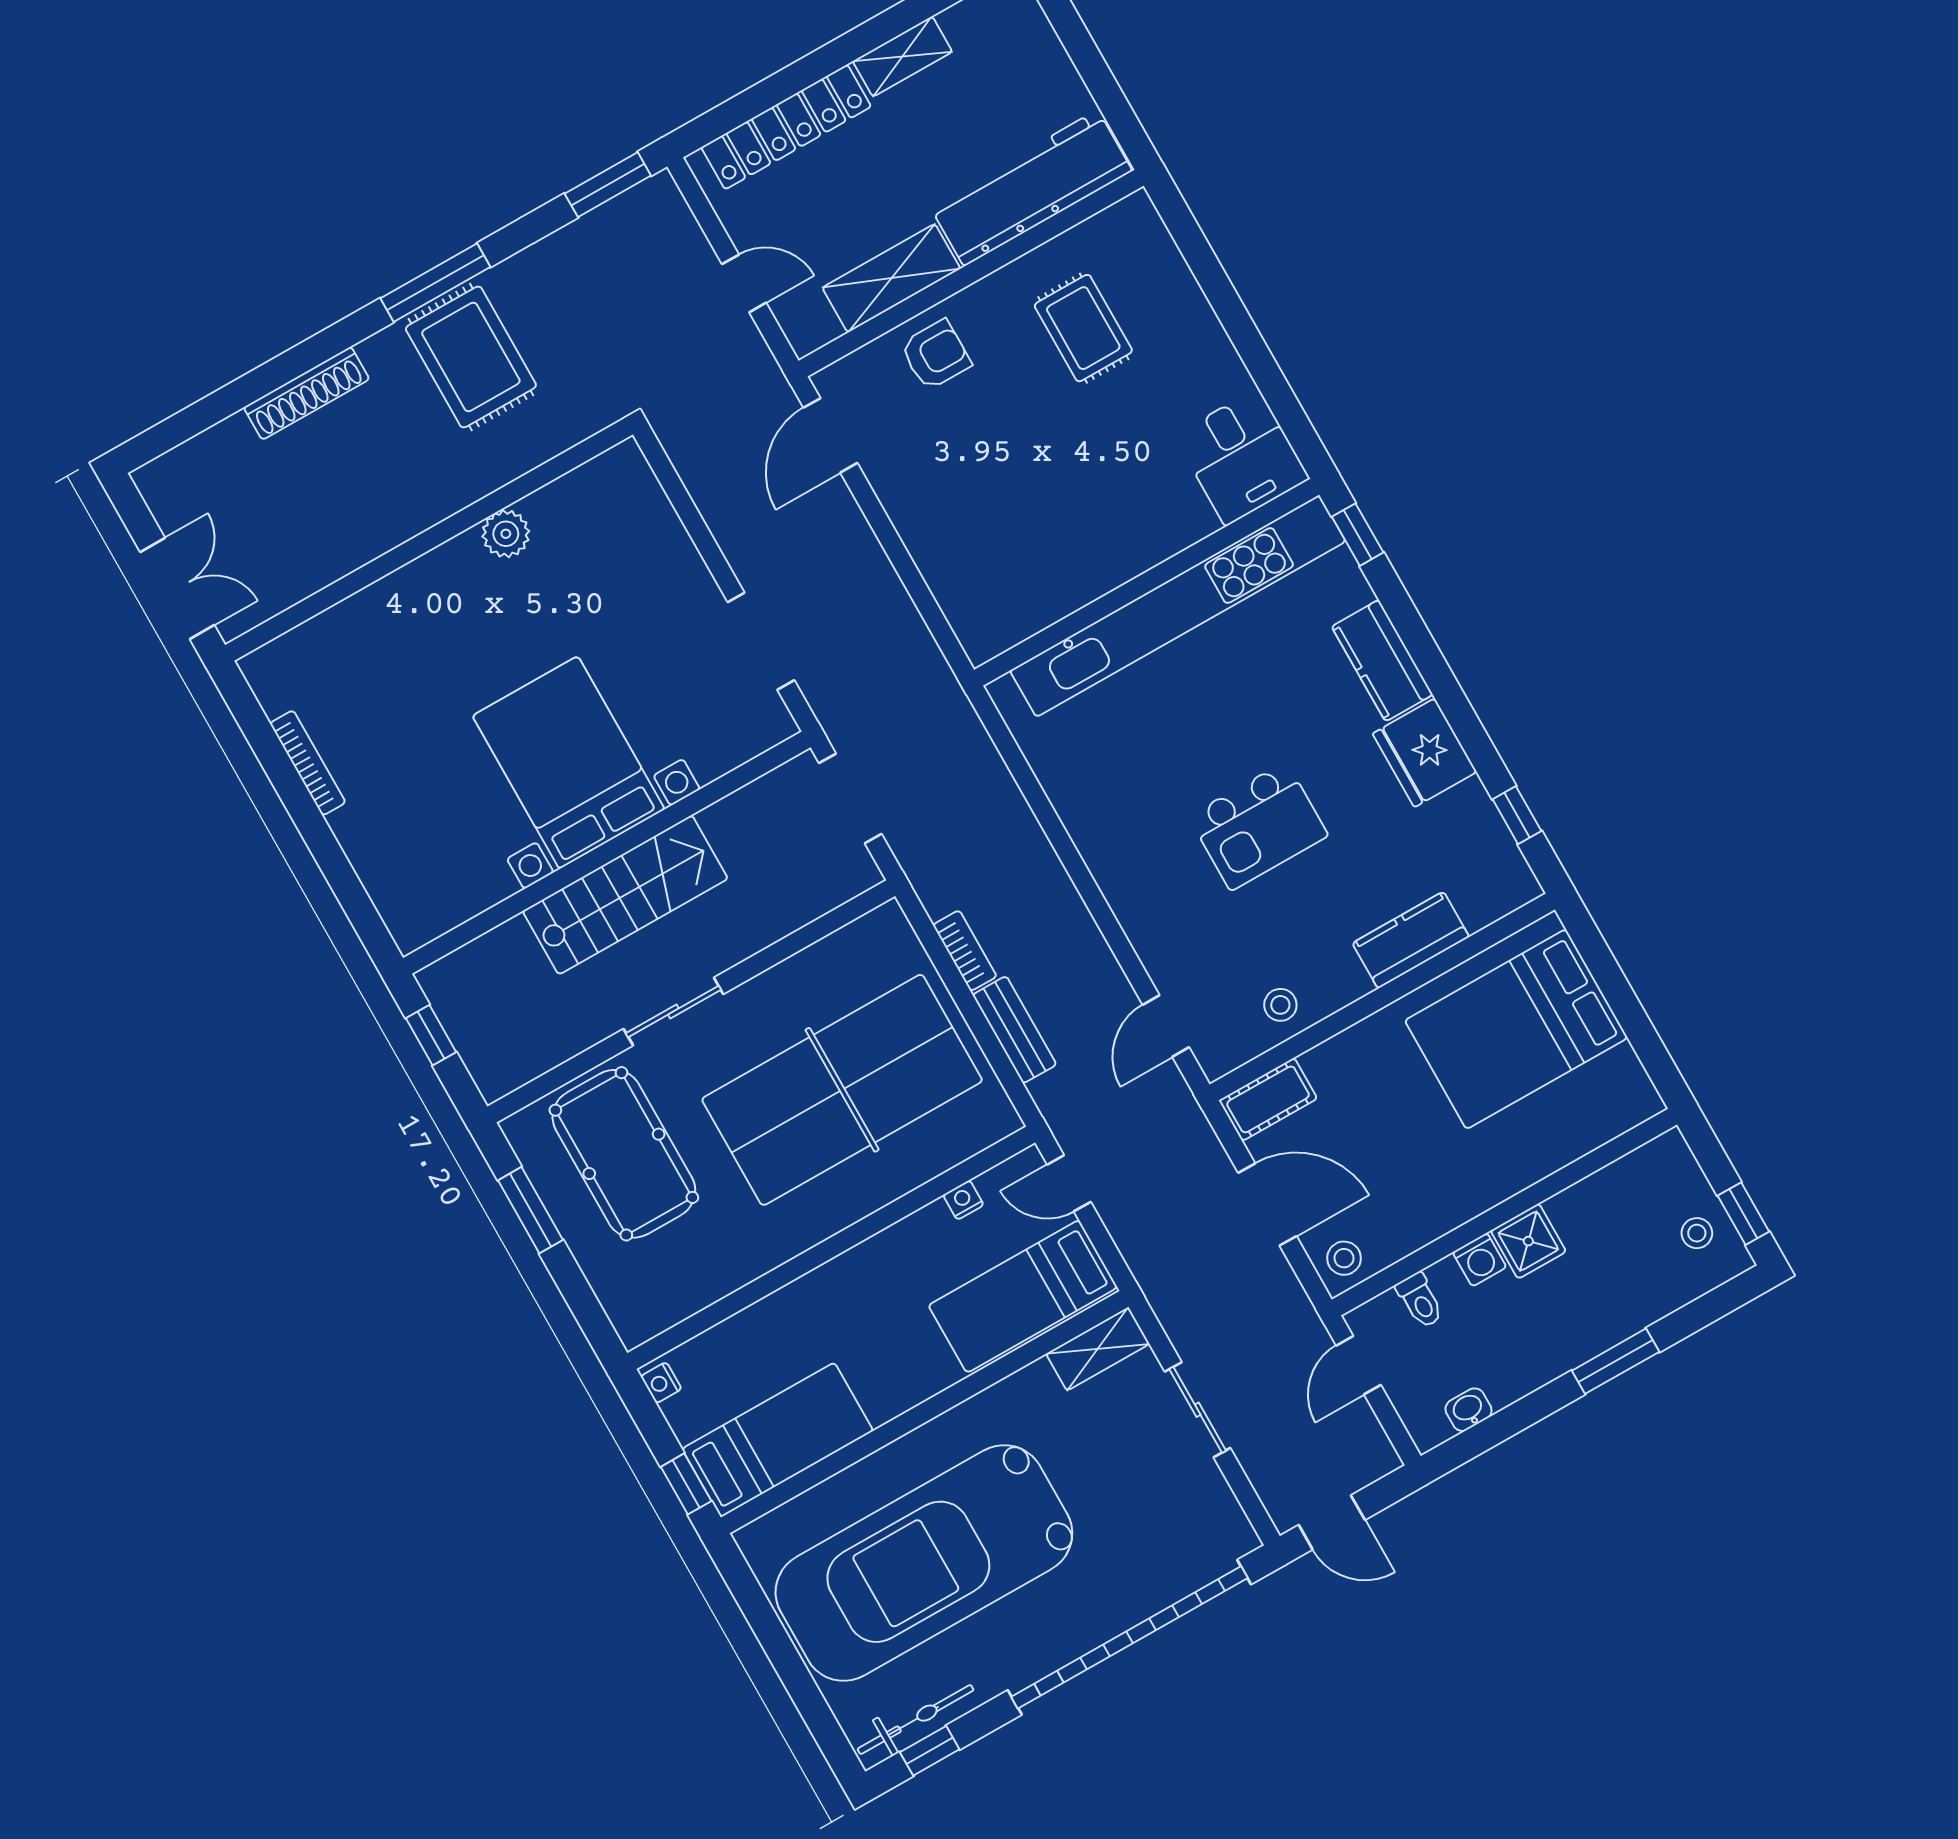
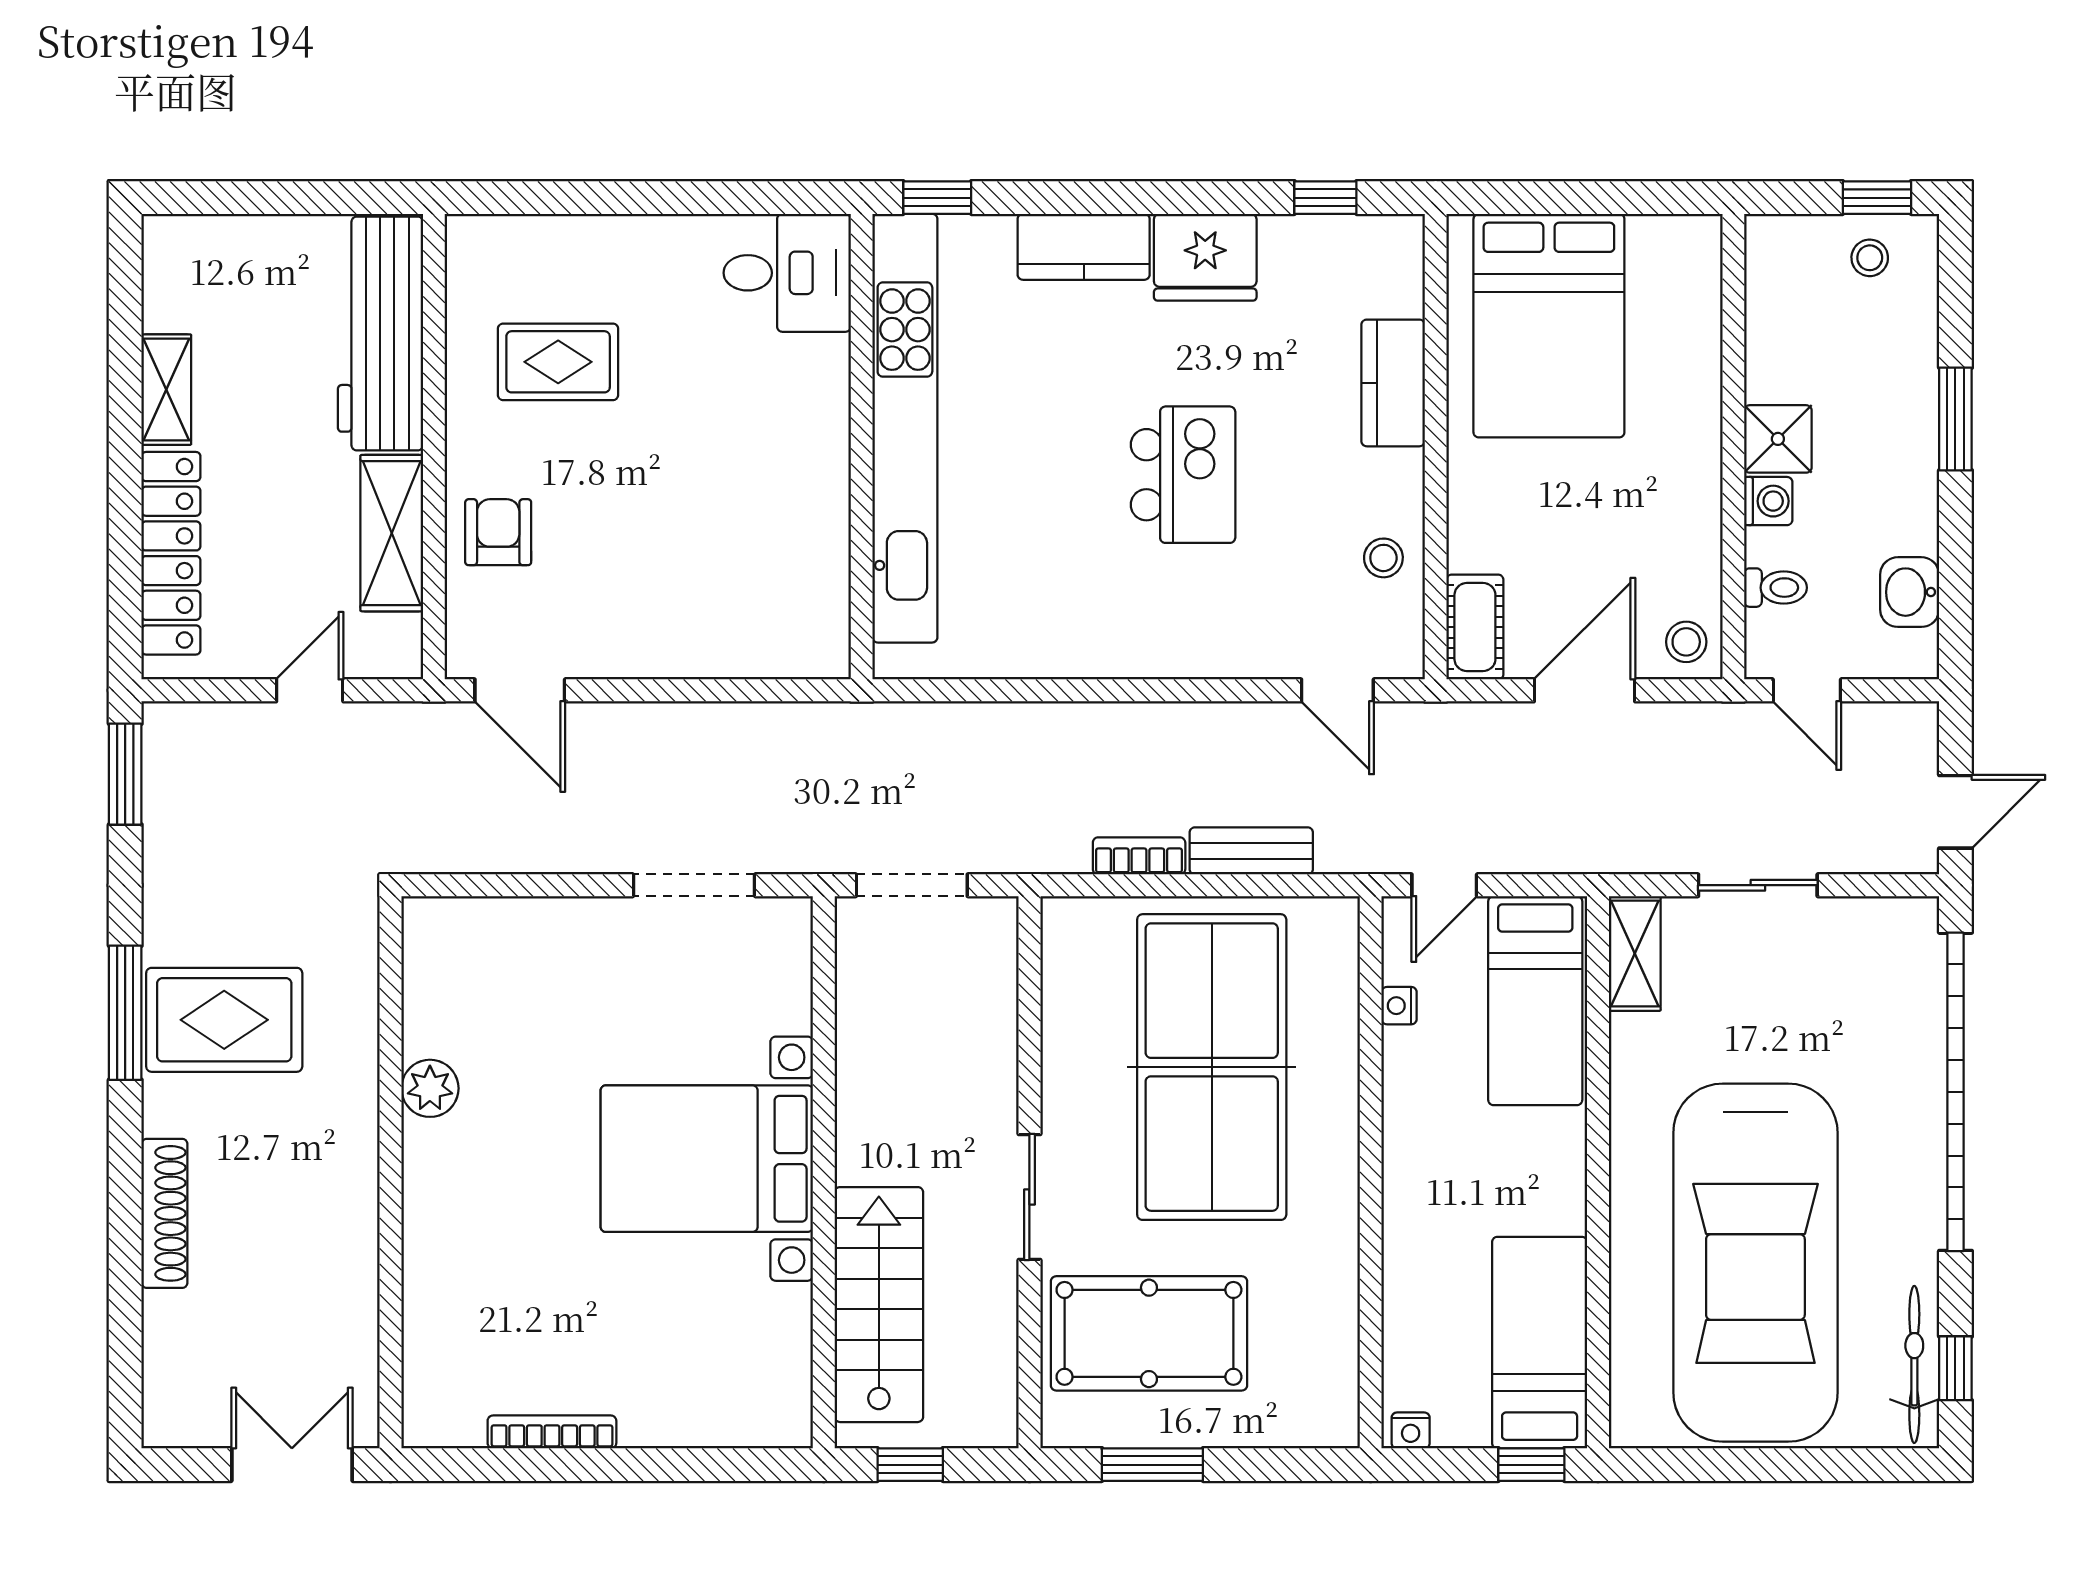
stairs: (625, 895) -> (879, 1305), moved
washbasin: (1469, 1410) -> (1910, 592), width x1.38, depth x1.45

